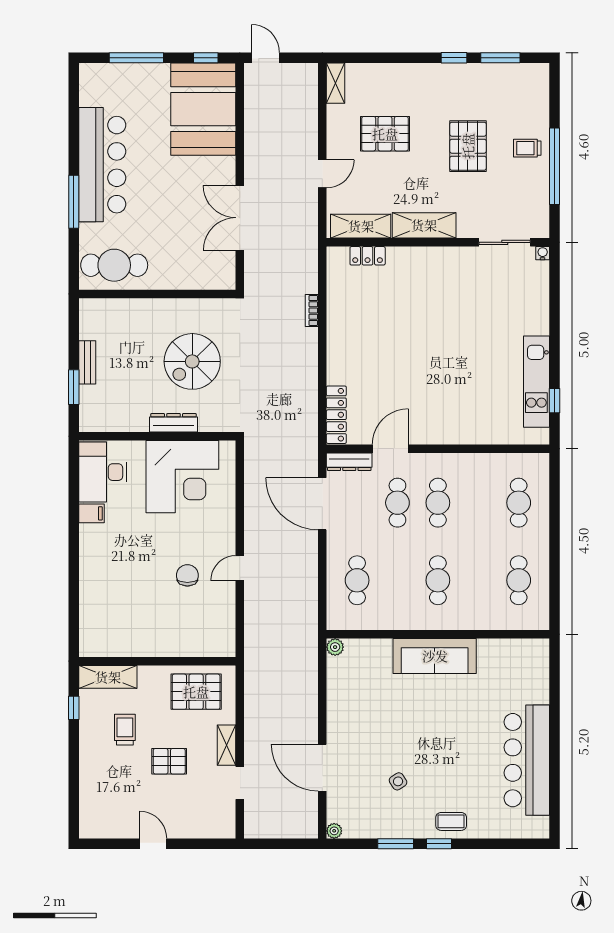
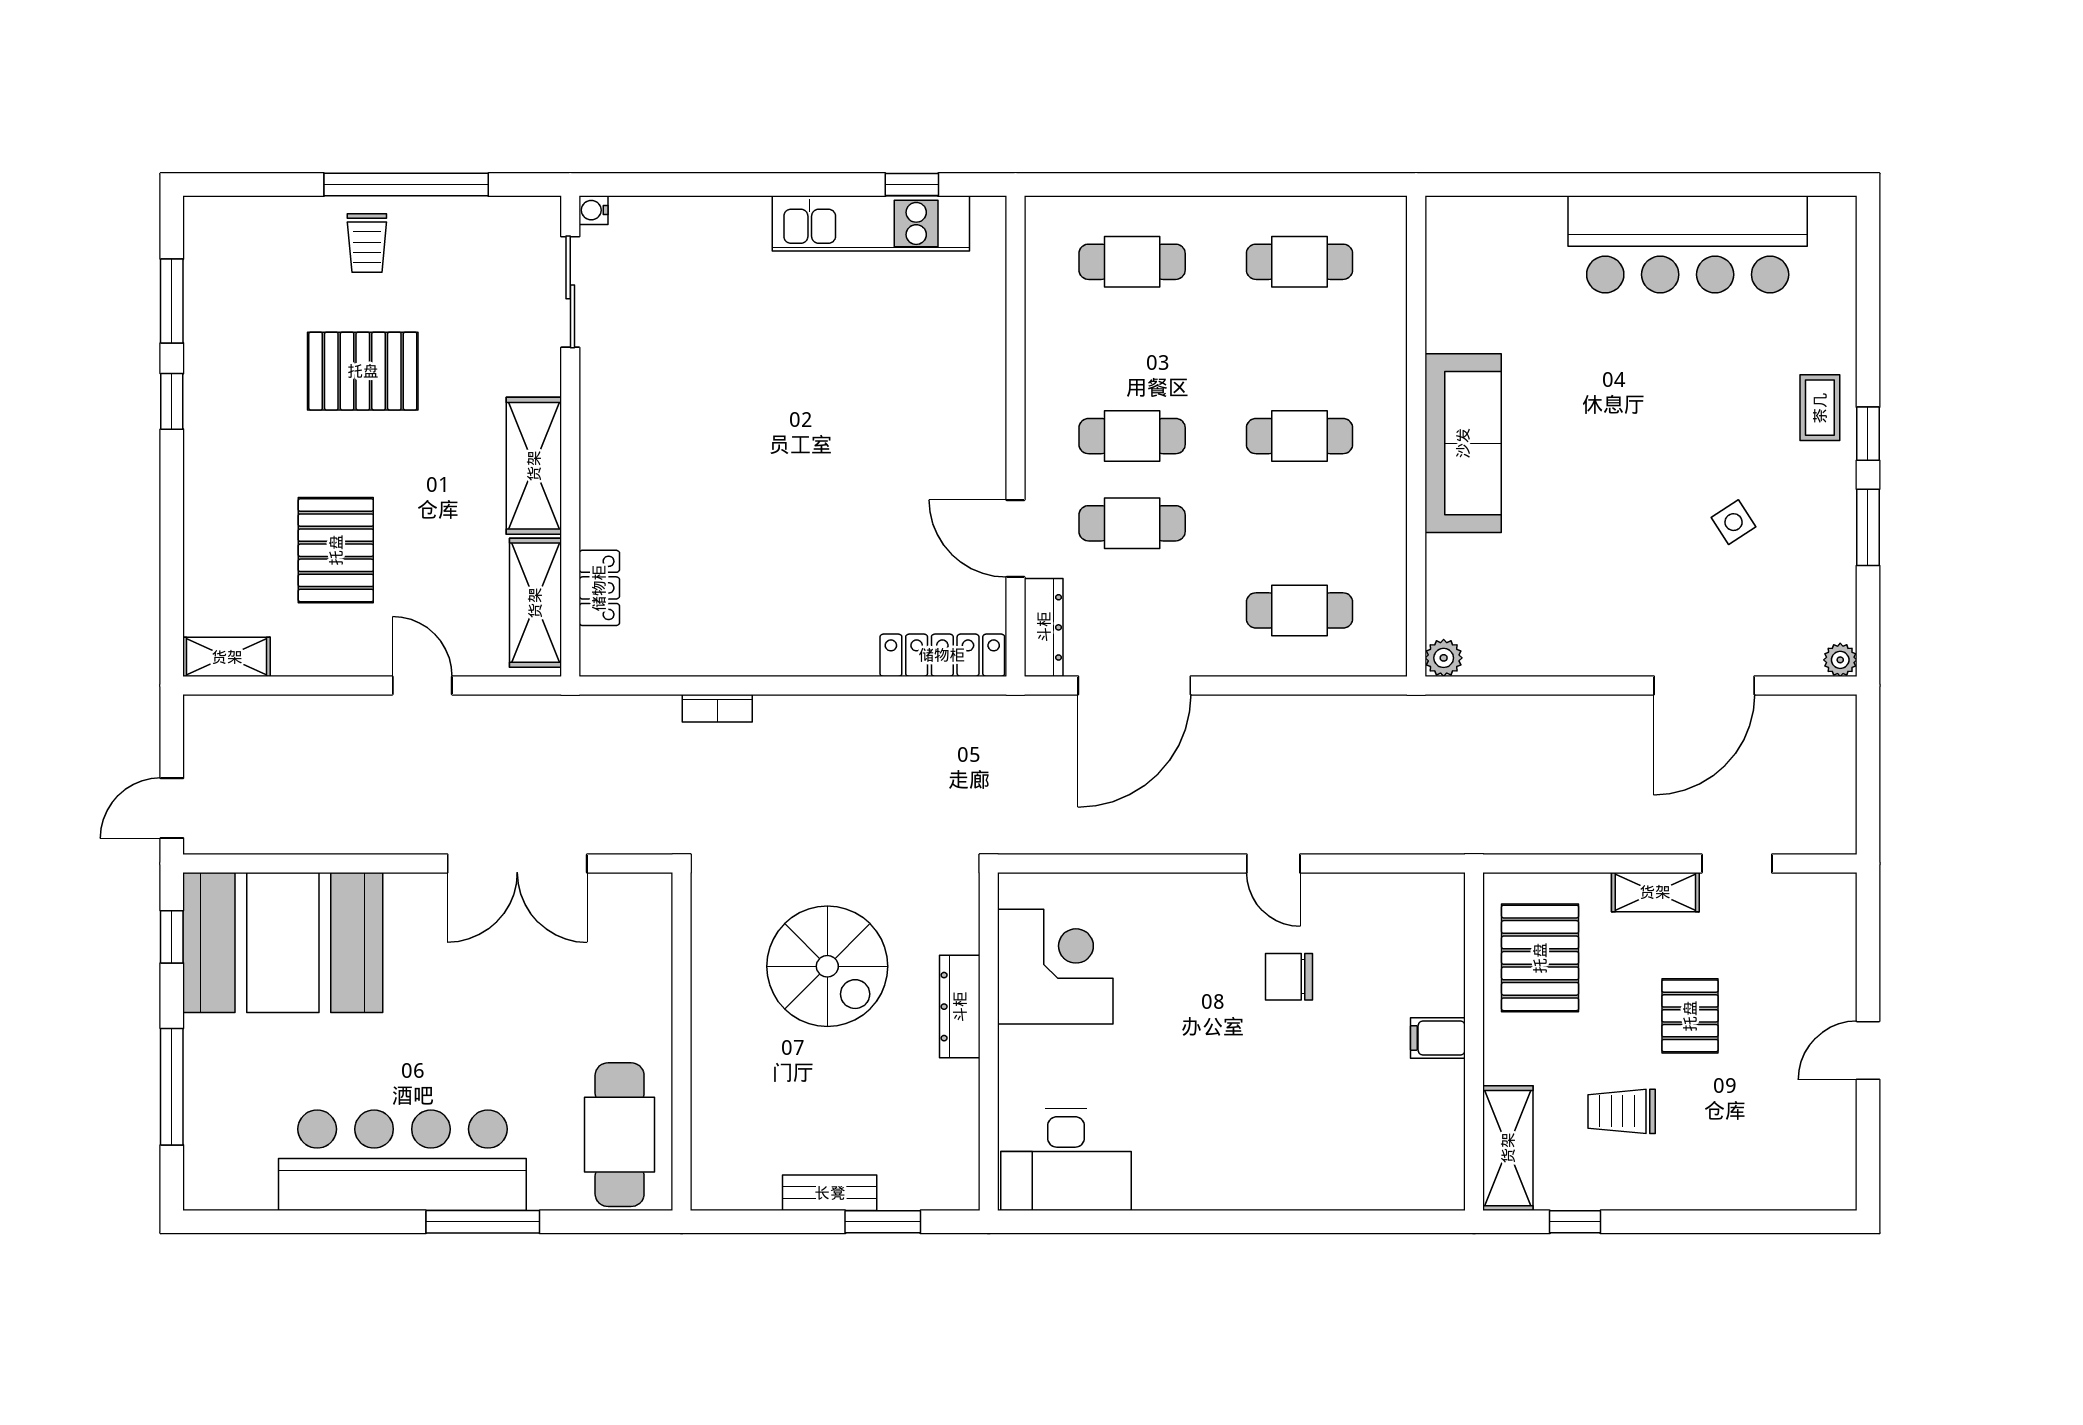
corner desk: (182, 477) -> (1055, 967), width x0.74, depth x0.74
filing cabinet: (92, 513) -> (1438, 1038), moved, turned -90

